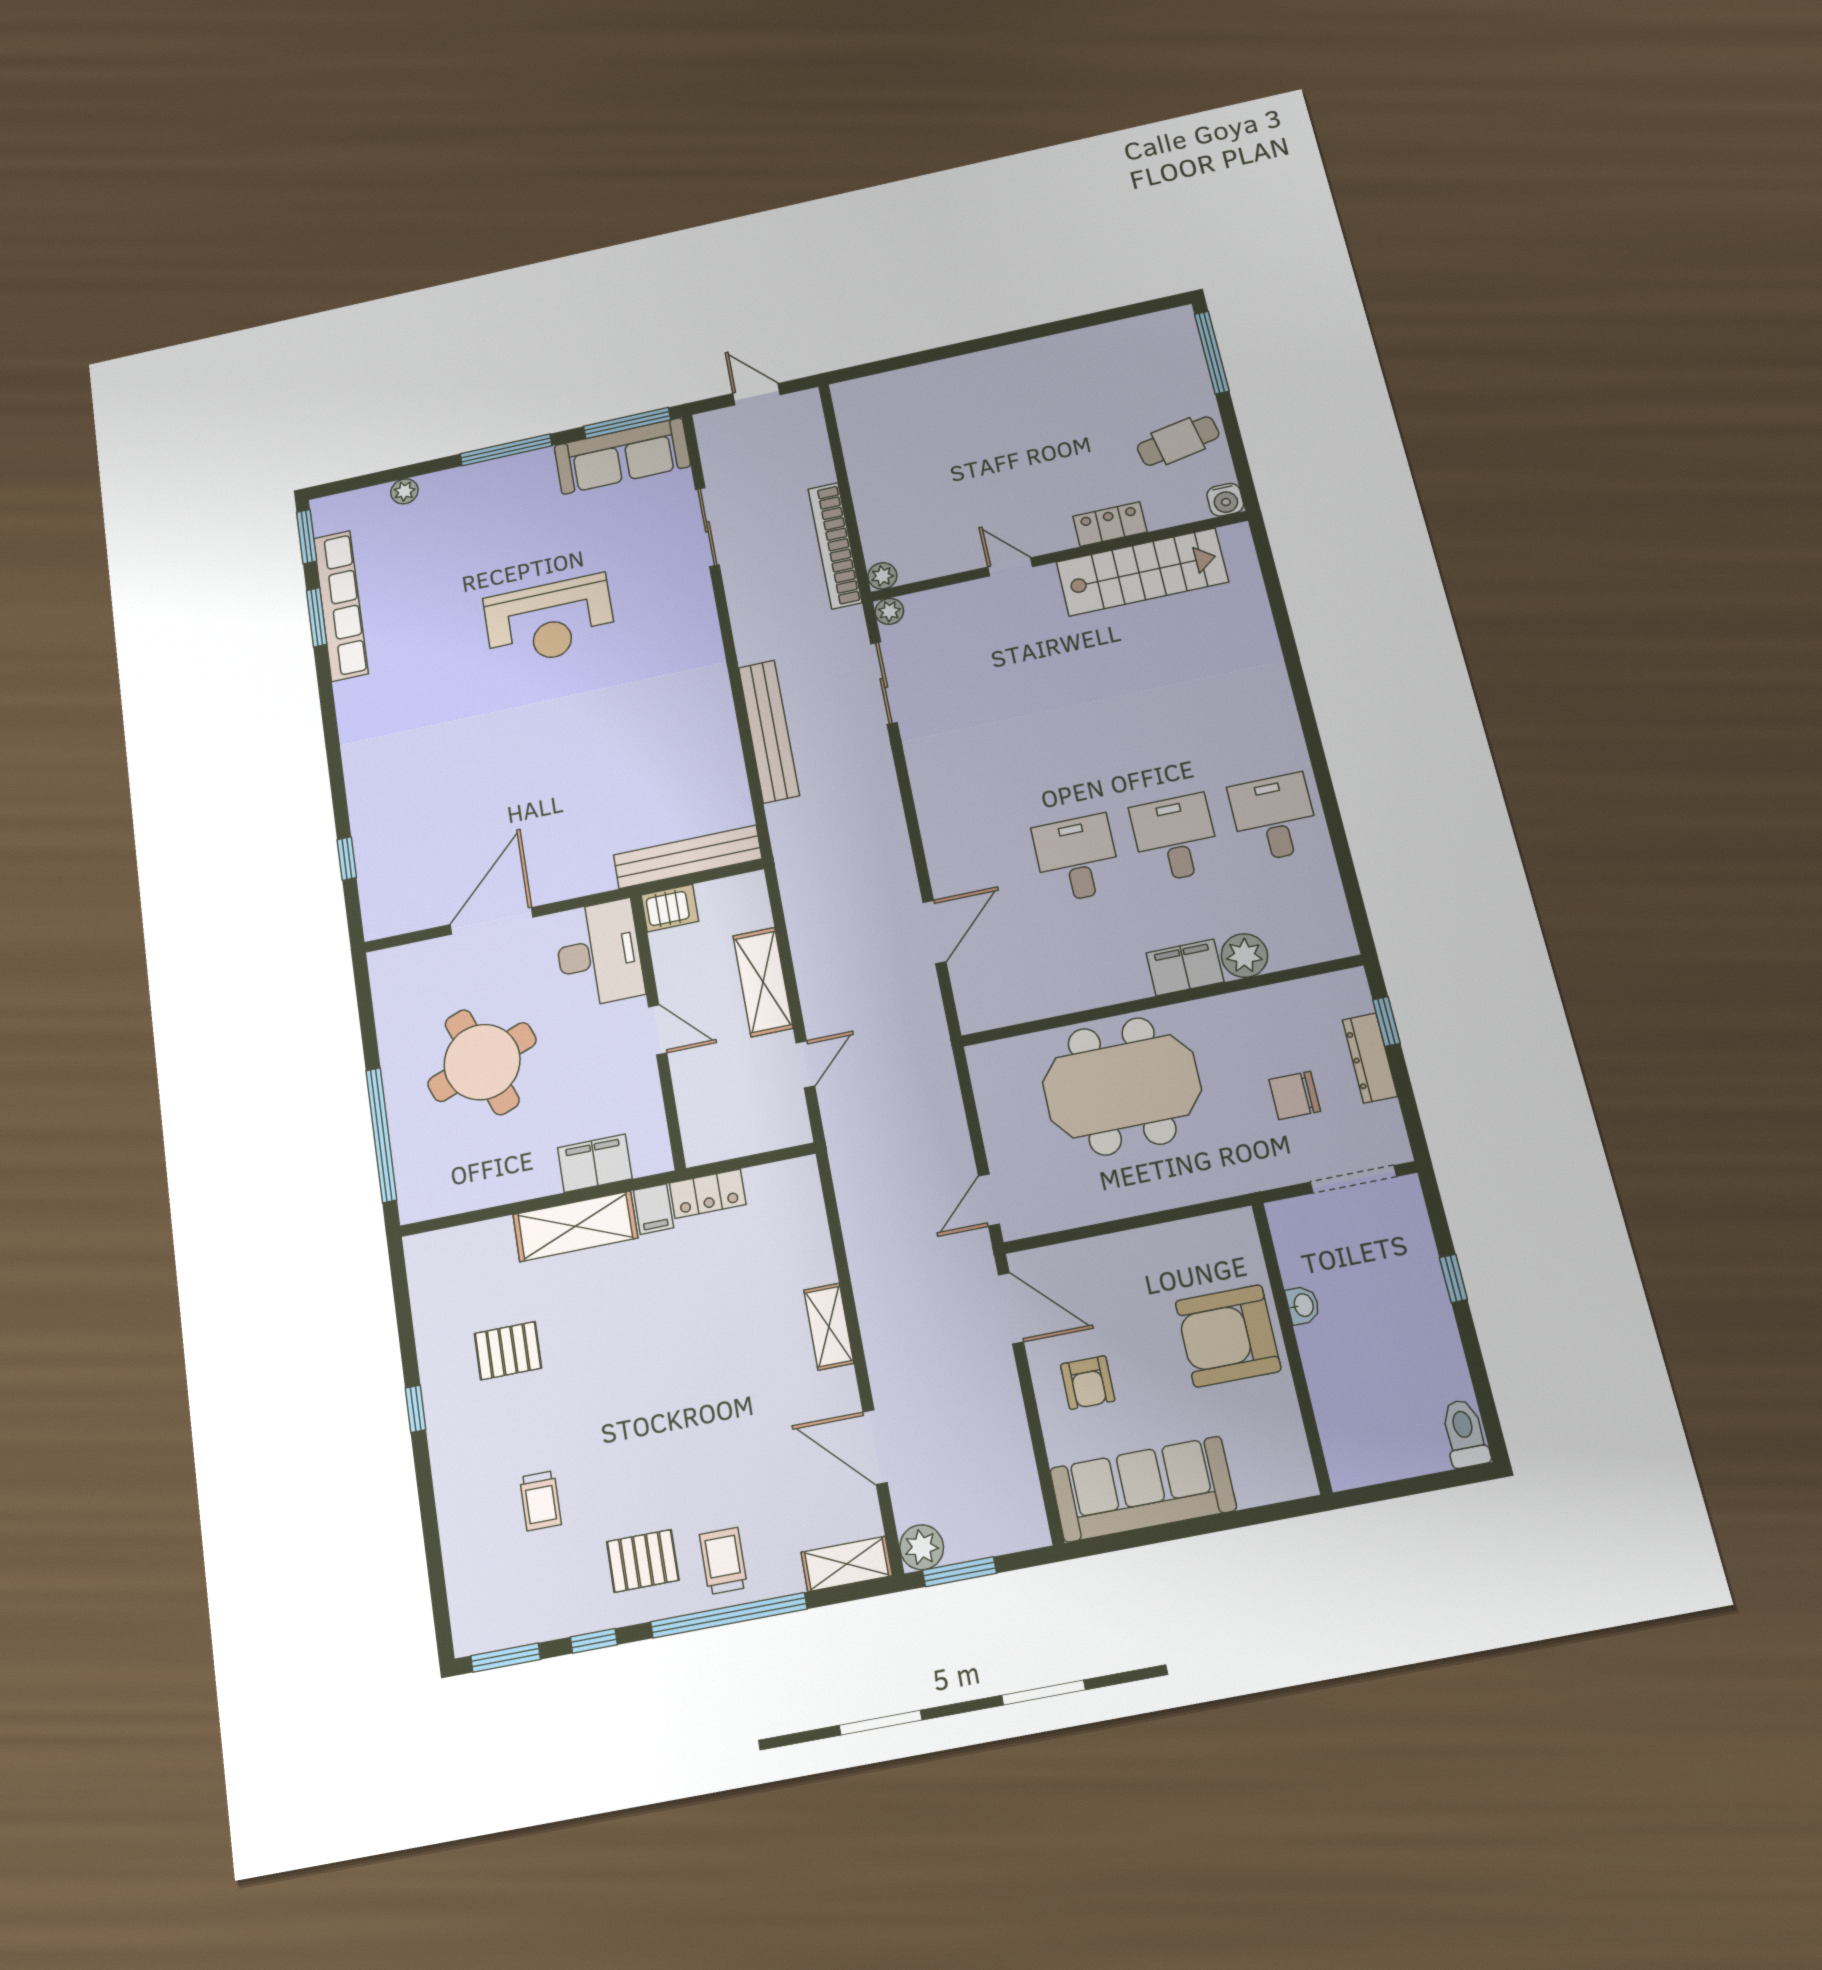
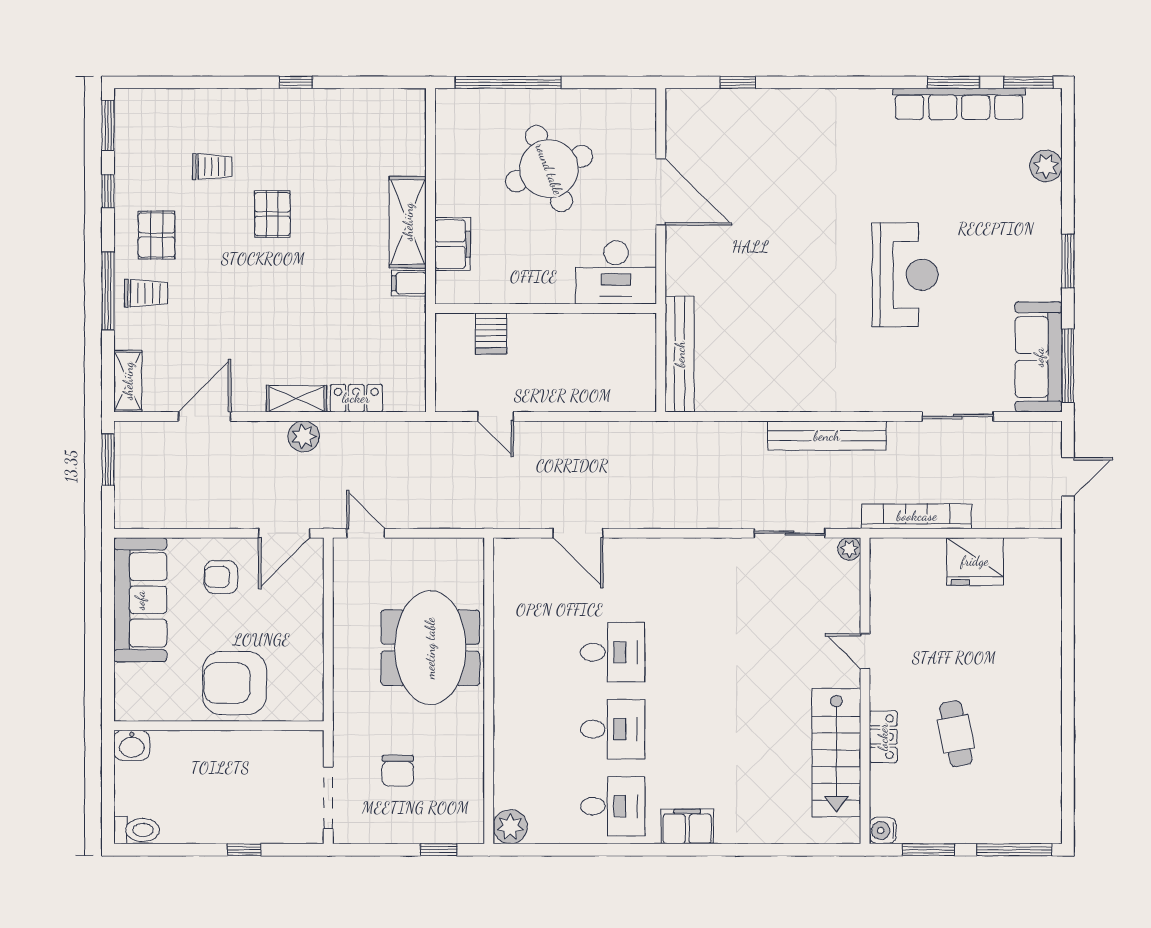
cafe table: (1178, 441) -> (956, 734), moved
window: (1236, 445) -> (928, 850), added
window: (506, 450) -> (1068, 261), width x0.69
fridge: (876, 470) -> (975, 561), added
plant: (404, 491) -> (1046, 166), width x1.38, depth x1.38
door: (1010, 567) -> (865, 651), swing flipped
plant: (882, 576) -> (881, 549), removed
reception desk: (549, 621) -> (905, 275), turned 180
bench: (769, 731) -> (827, 436), moved
server rack: (670, 908) -> (491, 334), moved
plant: (1244, 956) -> (510, 827), moved
filing cabinet: (1185, 967) -> (687, 826), moved, turned -90
shelving: (763, 982) -> (567, 396), removed
door: (658, 1030) -> (546, 309), removed
dresser: (1370, 1058) -> (414, 831), removed
chair: (1295, 1095) -> (398, 771), turned 180
locker: (708, 1194) -> (356, 398), moved, turned 90
washbasin: (1303, 1305) -> (132, 745), moved, width x1.38, depth x1.45
armchair: (1228, 1336) -> (235, 683), turned -90
pallet: (508, 1351) -> (272, 214), moved
trolley: (540, 1501) -> (212, 167), turned 180
plant: (922, 1547) -> (304, 436), moved
window: (729, 1615) -> (108, 291), width x0.68

